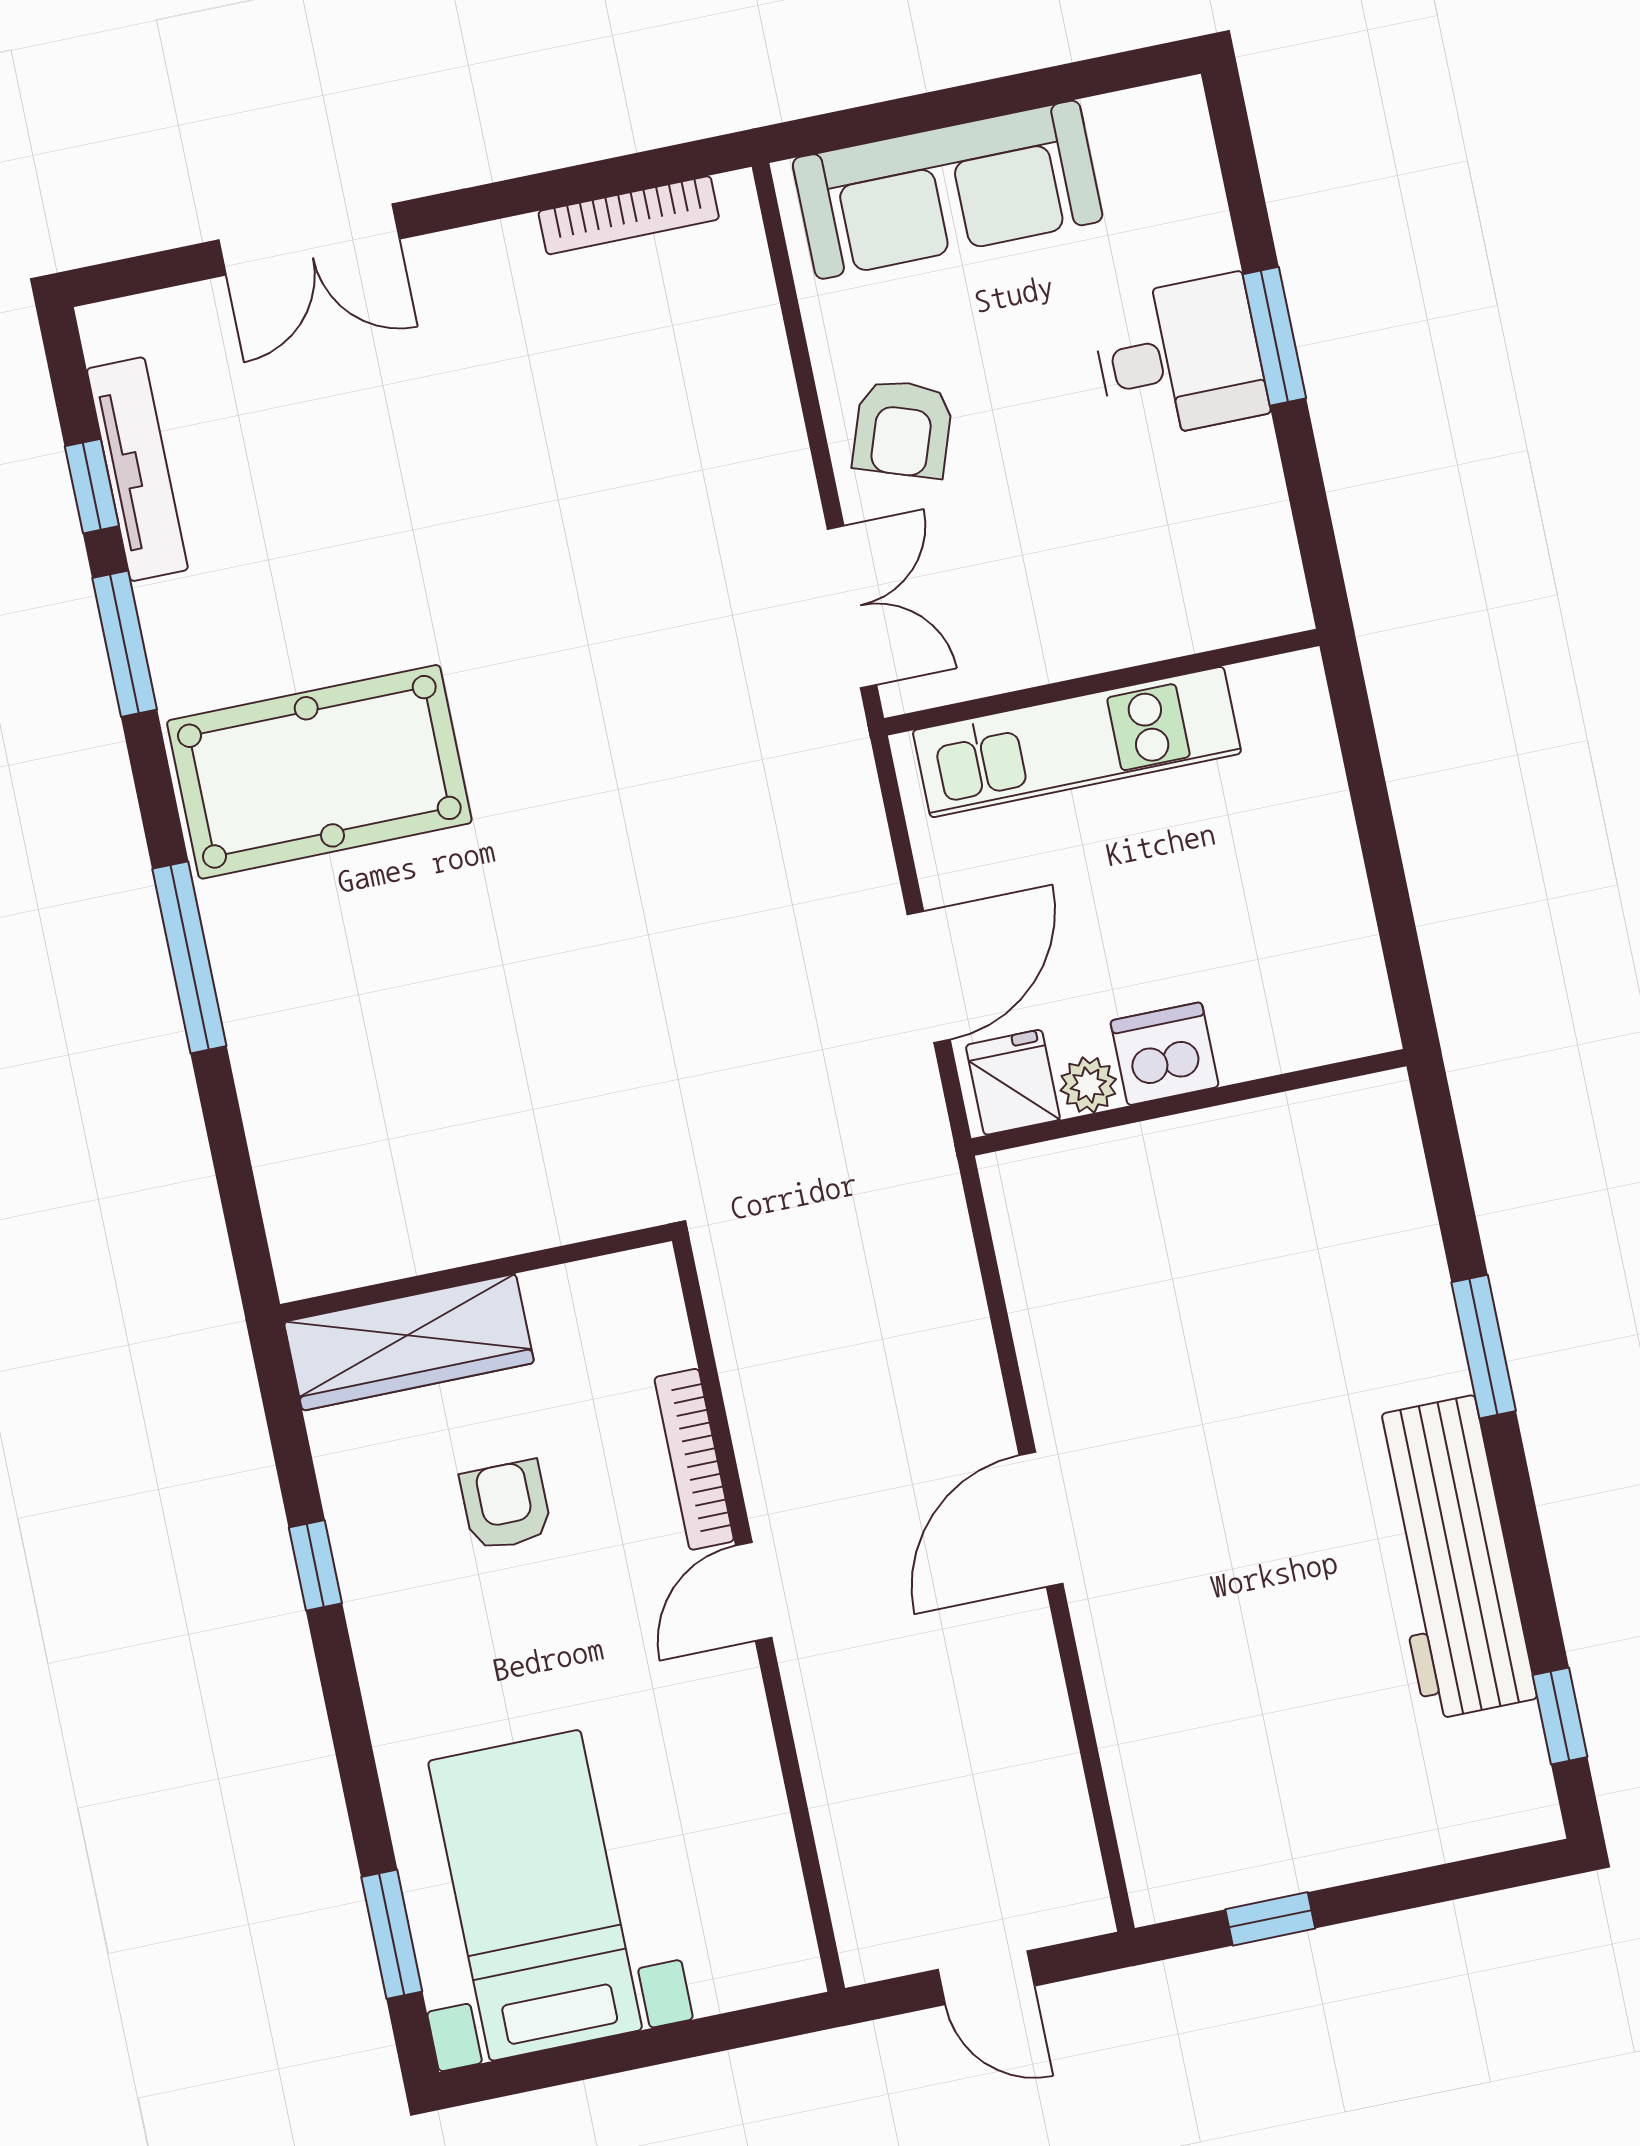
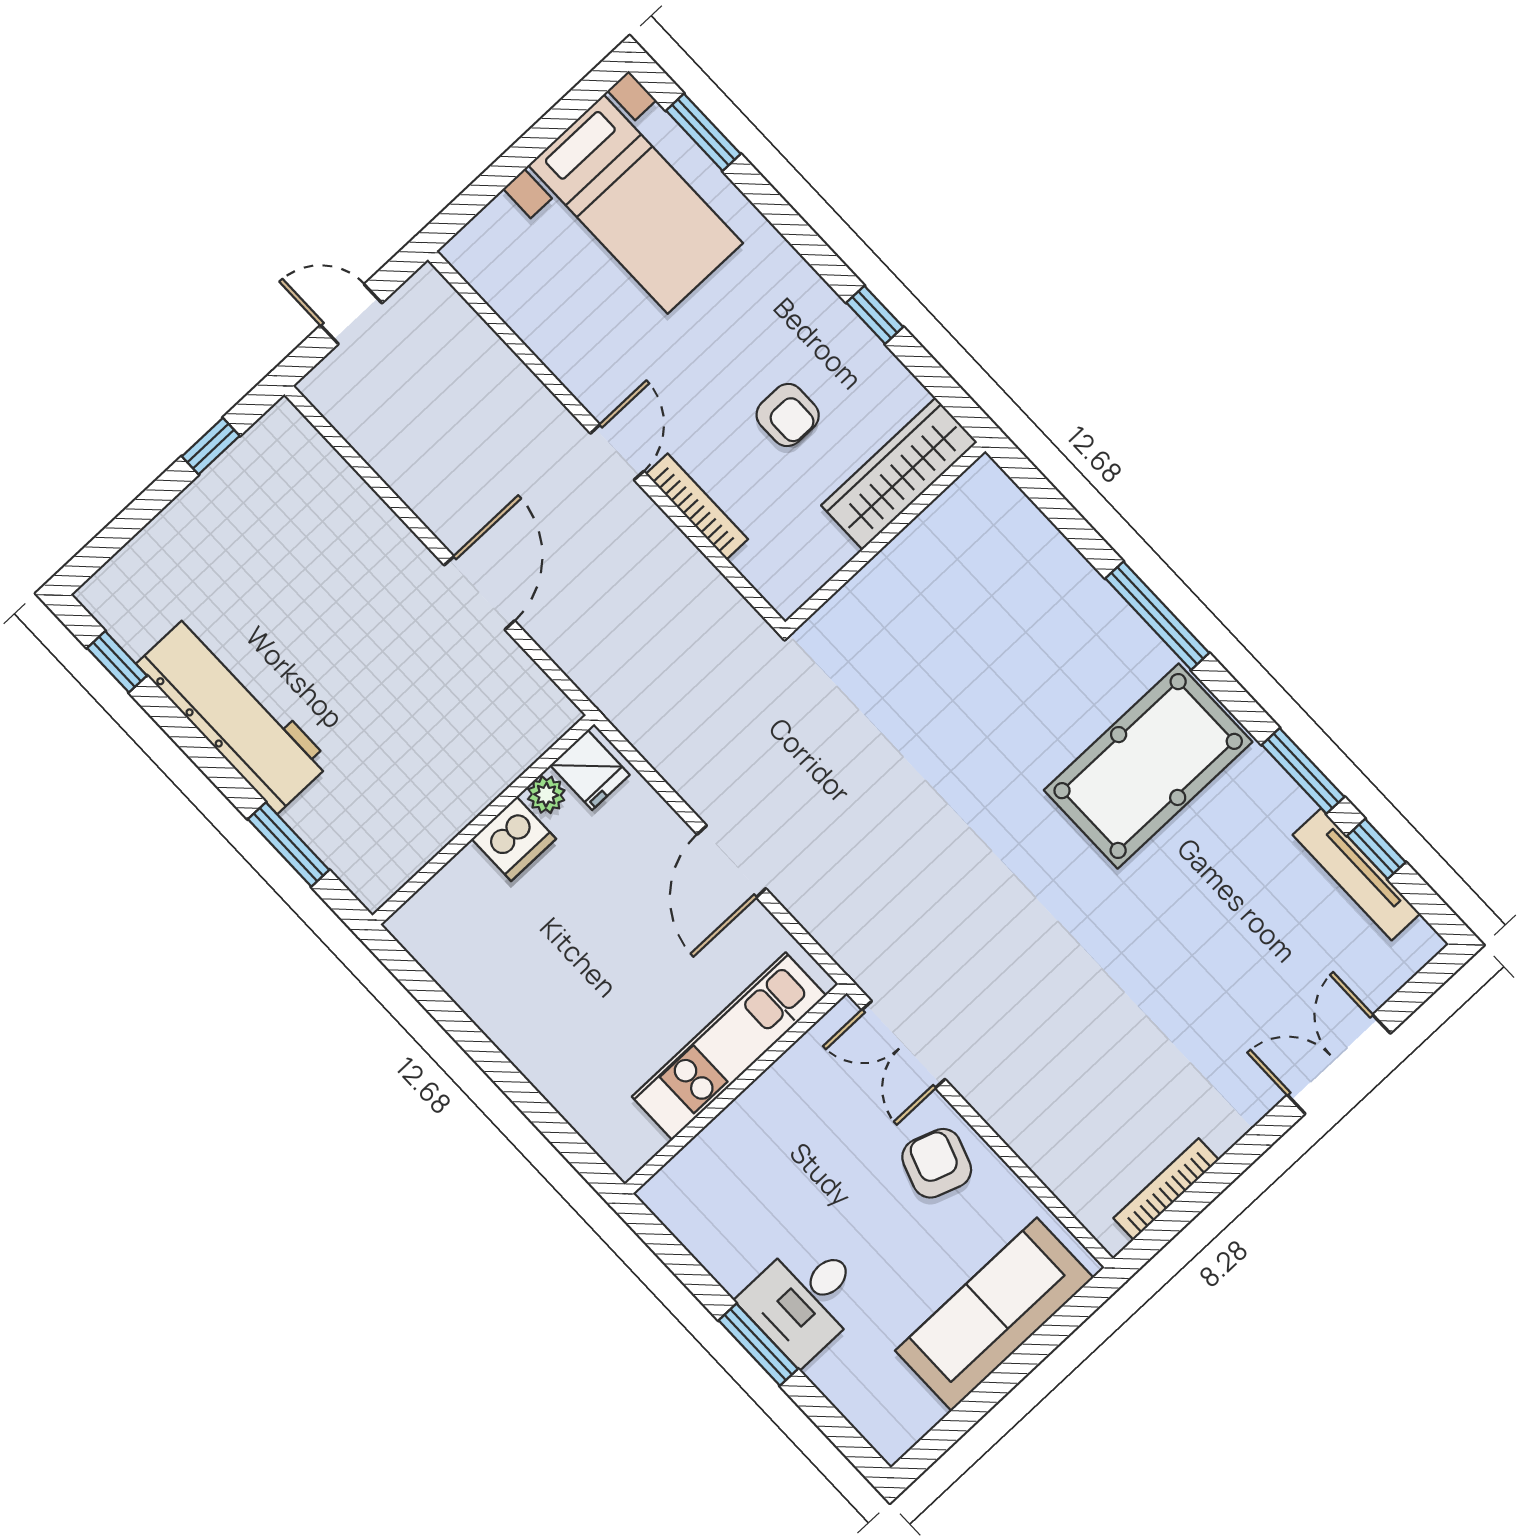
dishwasher: (1165, 1054) -> (514, 839), moved
fridge: (1013, 1082) -> (590, 770), moved
plant: (1088, 1085) -> (546, 795), moved
wall: (1189, 1102) -> (483, 820), moved

